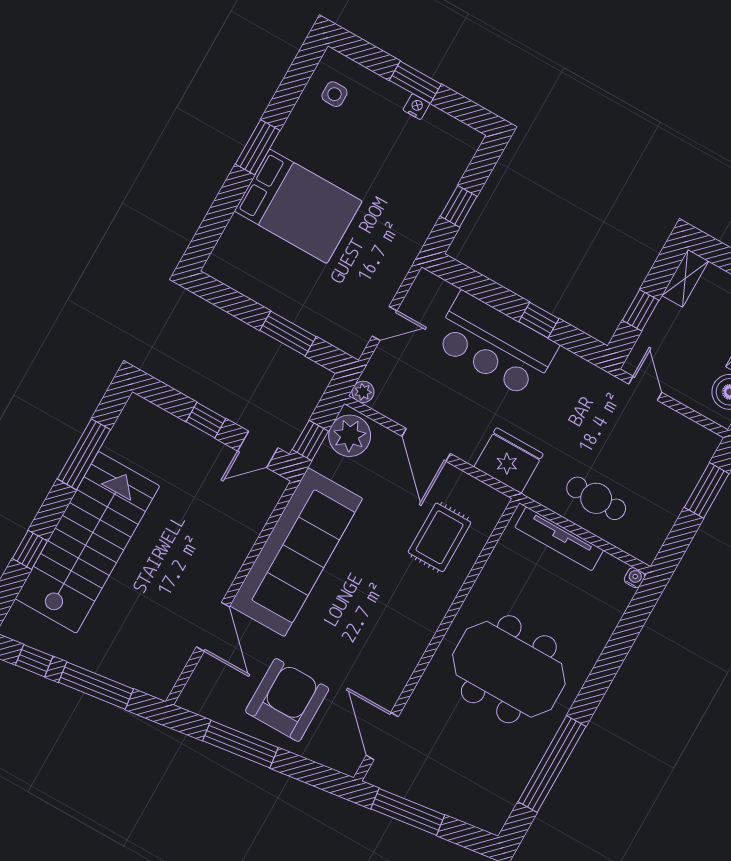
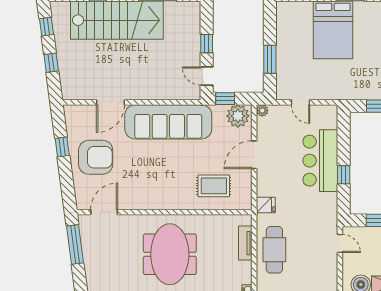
door: (645, 388) -> (340, 243), hinge flipped
fridge: (509, 460) -> (266, 205), width x0.53, depth x0.75
cafe table: (596, 498) -> (274, 250), width x1.37, depth x1.35
tv unit: (559, 539) -> (245, 243), width x0.71
window: (96, 686) -> (51, 63), width x0.46
window: (240, 744) -> (62, 147), width x0.46

